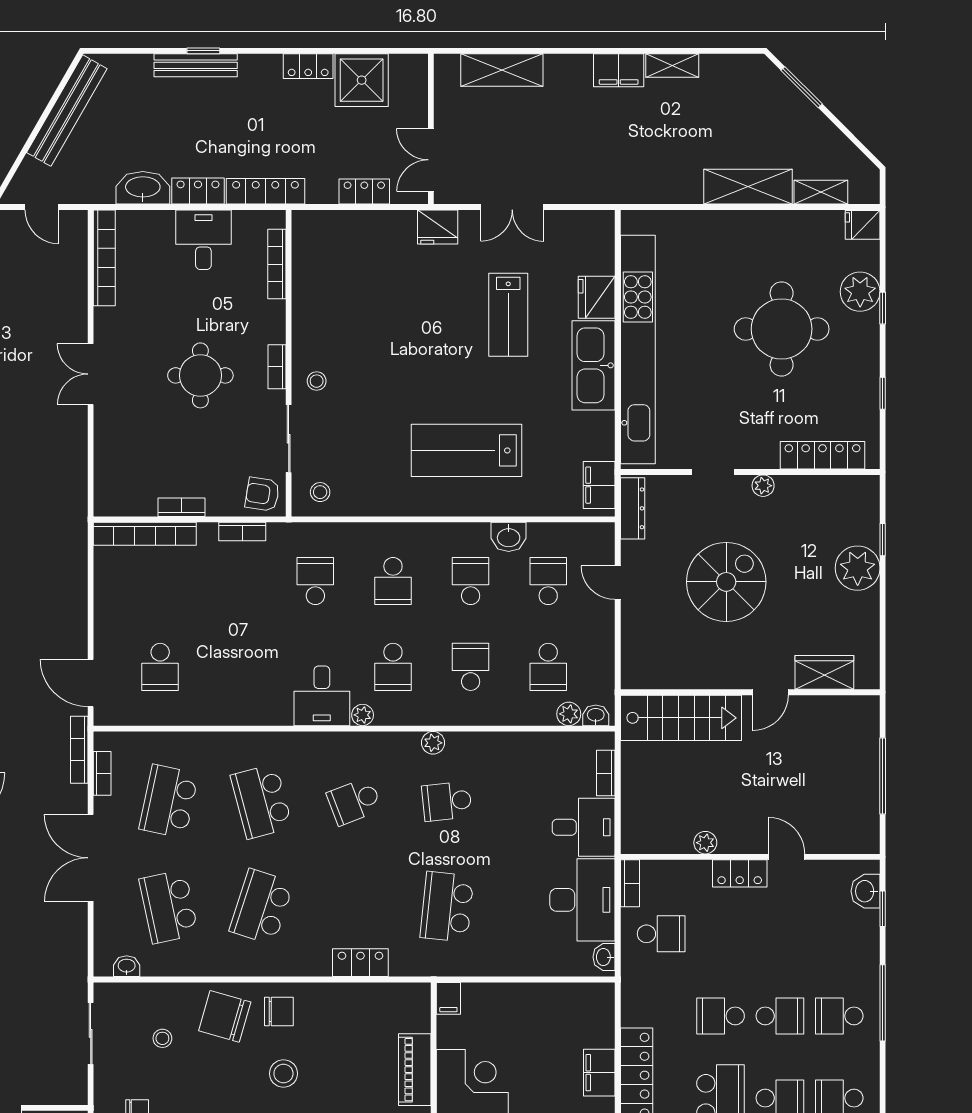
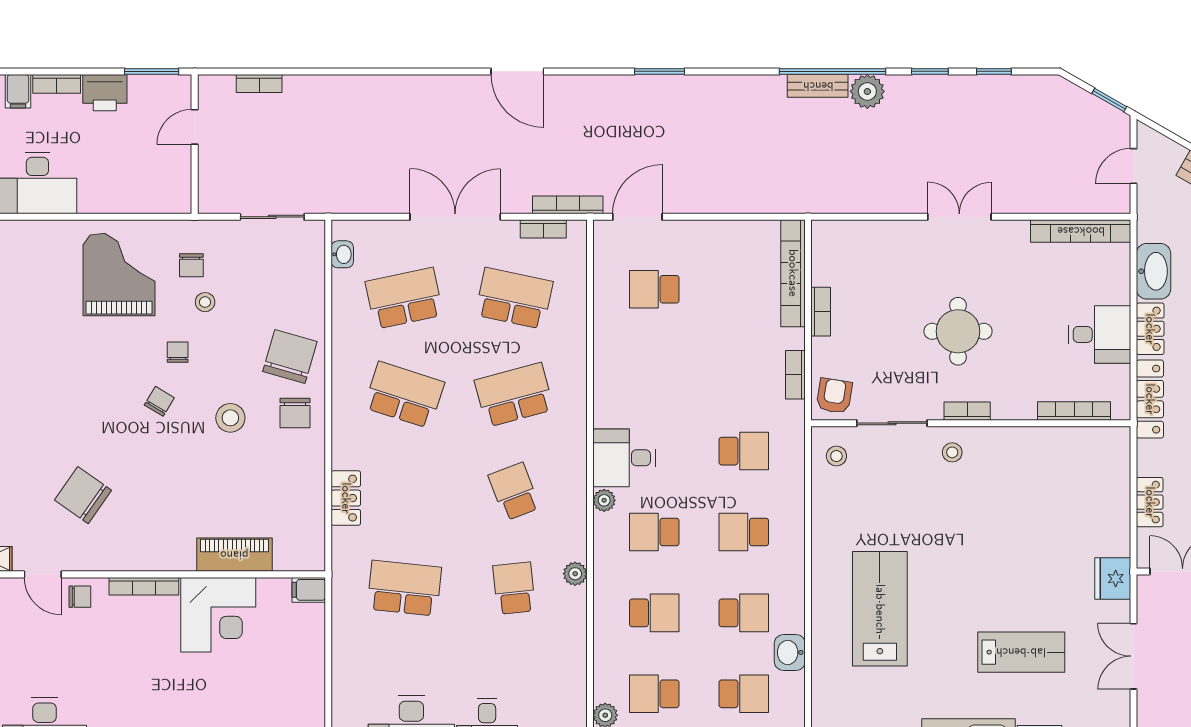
lab bench: (508, 315) -> (1021, 652), turned 180
stool: (162, 1038) -> (205, 302), moved

